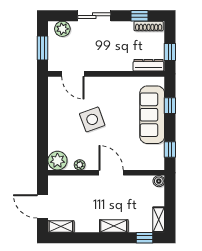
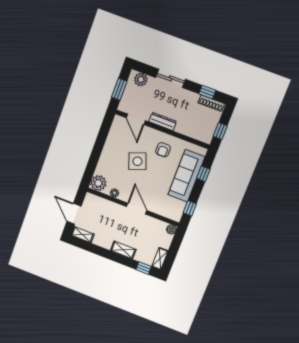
dresser: (148, 65) -> (163, 121), moved
armchair: (116, 96) -> (163, 150), added

